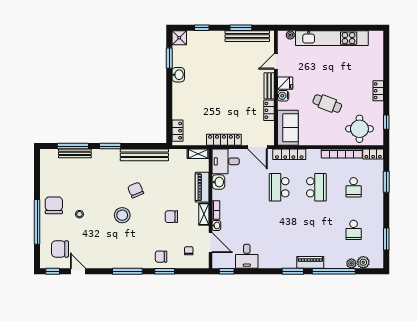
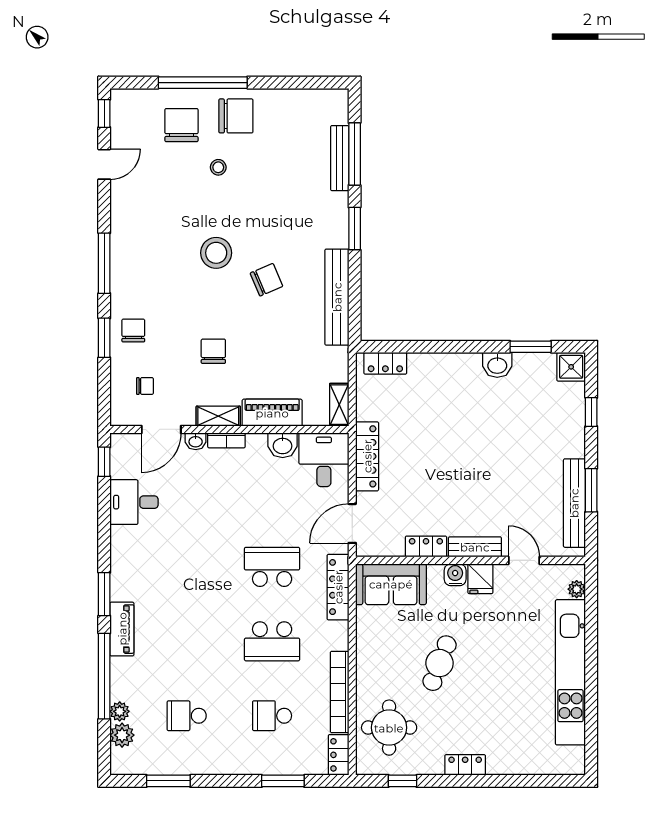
chair: (60, 249) -> (181, 125), moved

